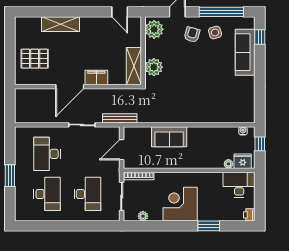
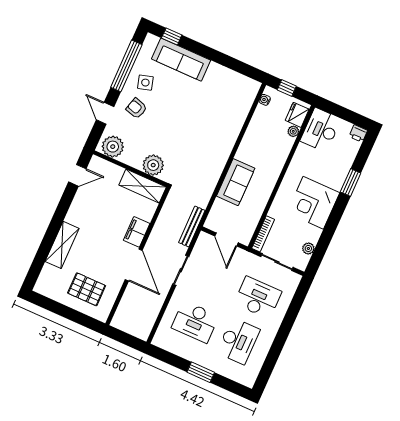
pallet: (35, 59) -> (87, 289), turned 90
desk: (47, 194) -> (238, 341), turned 90

